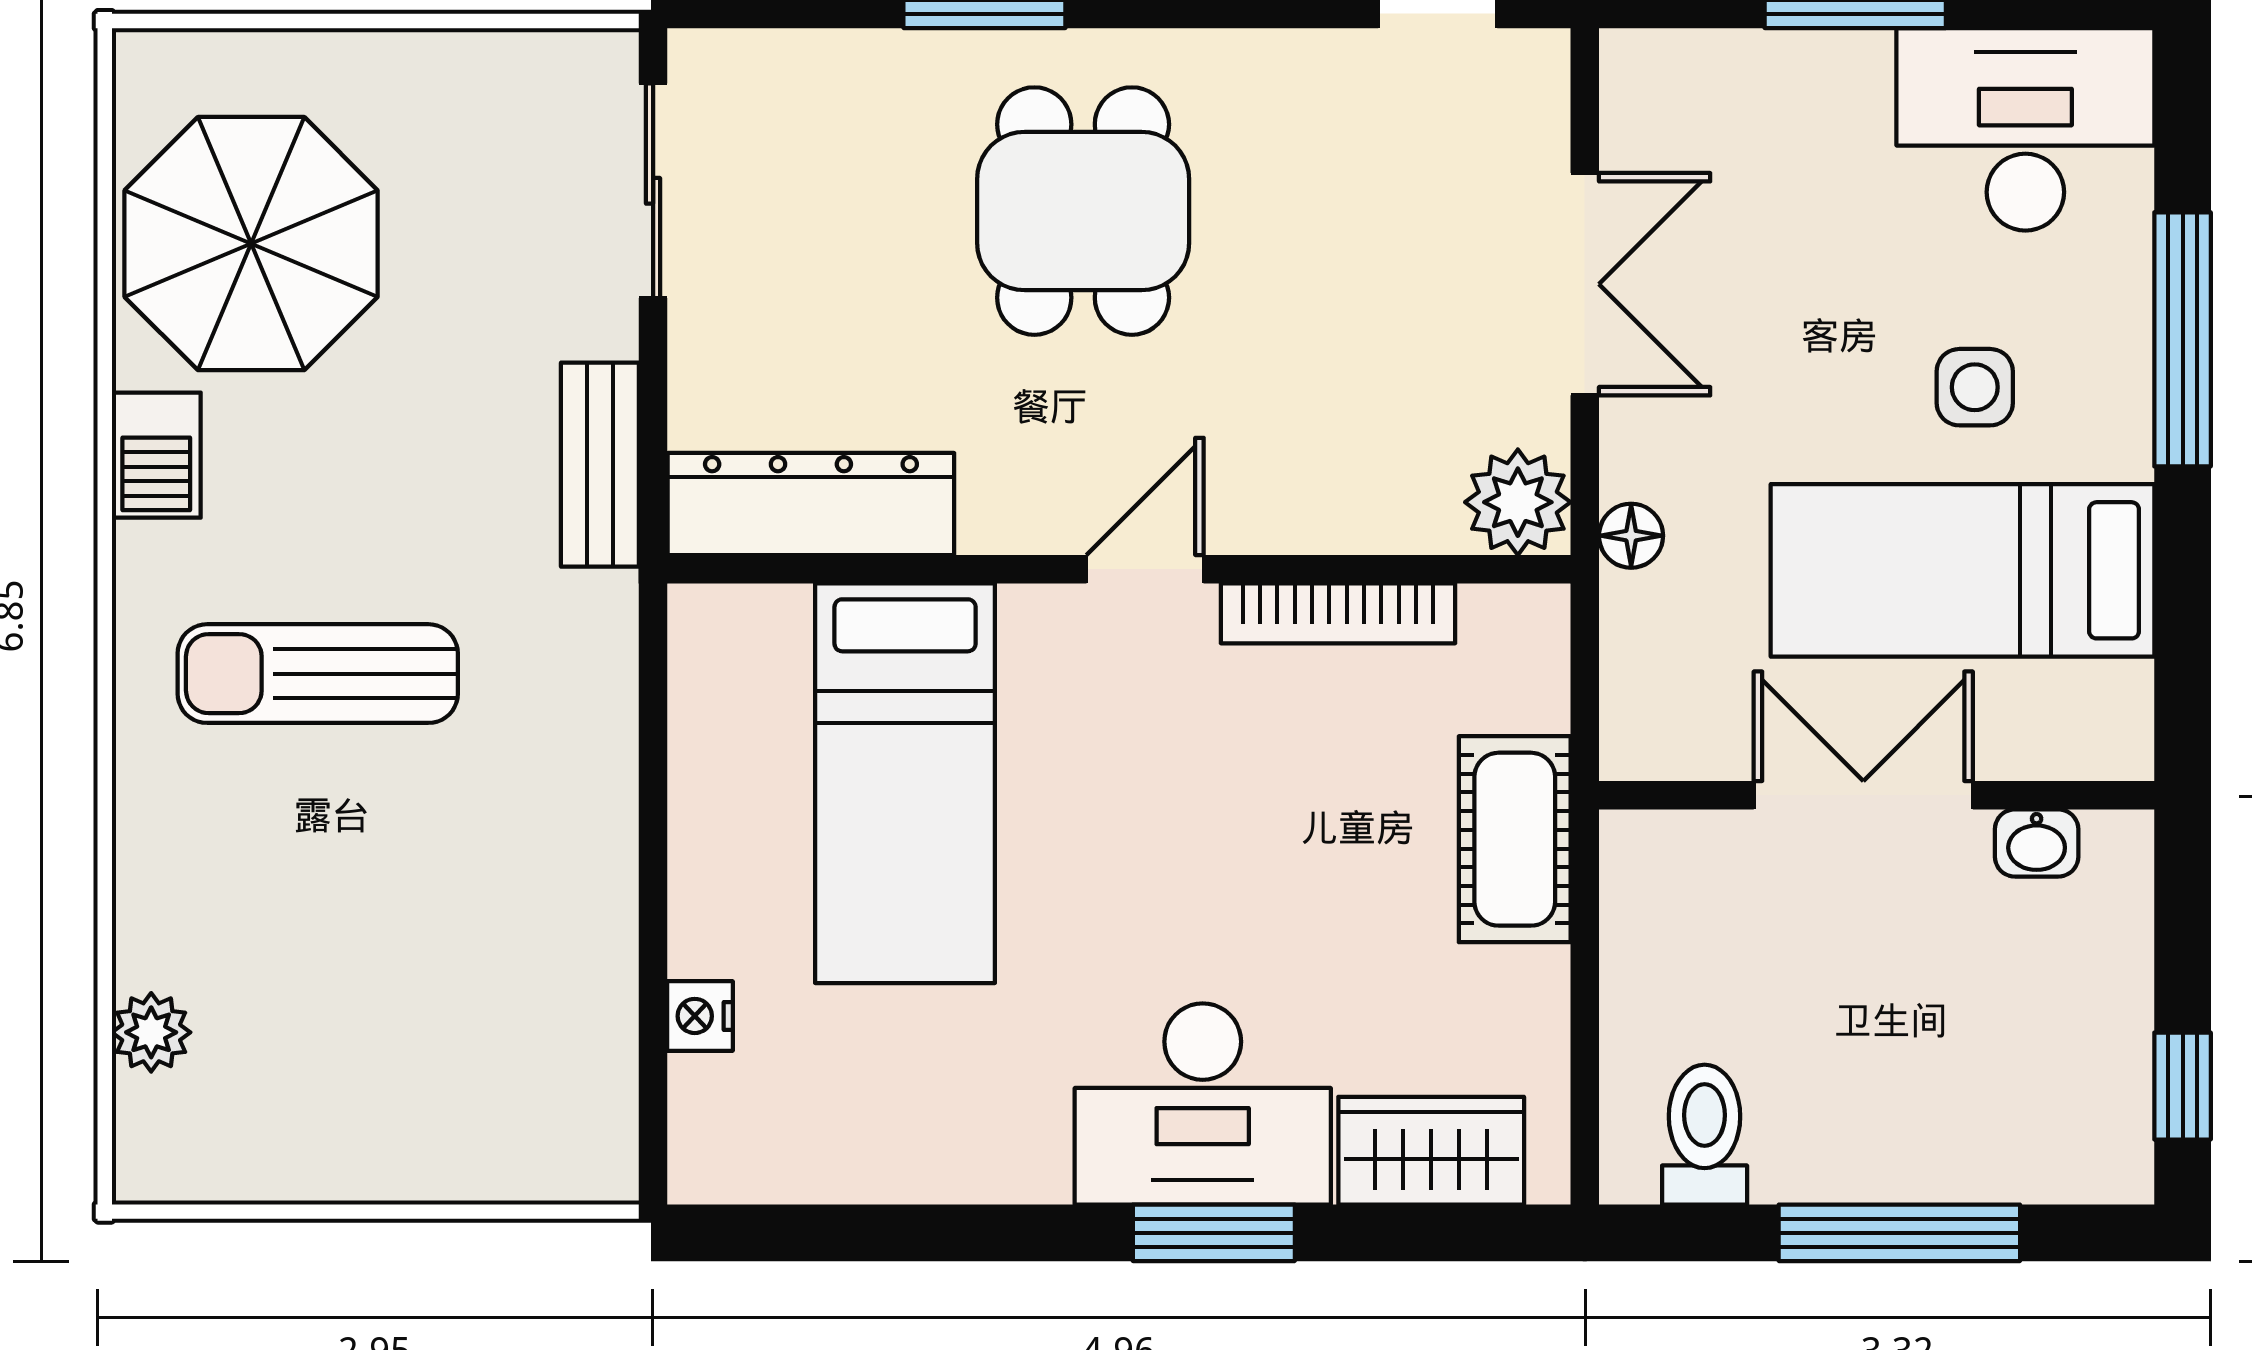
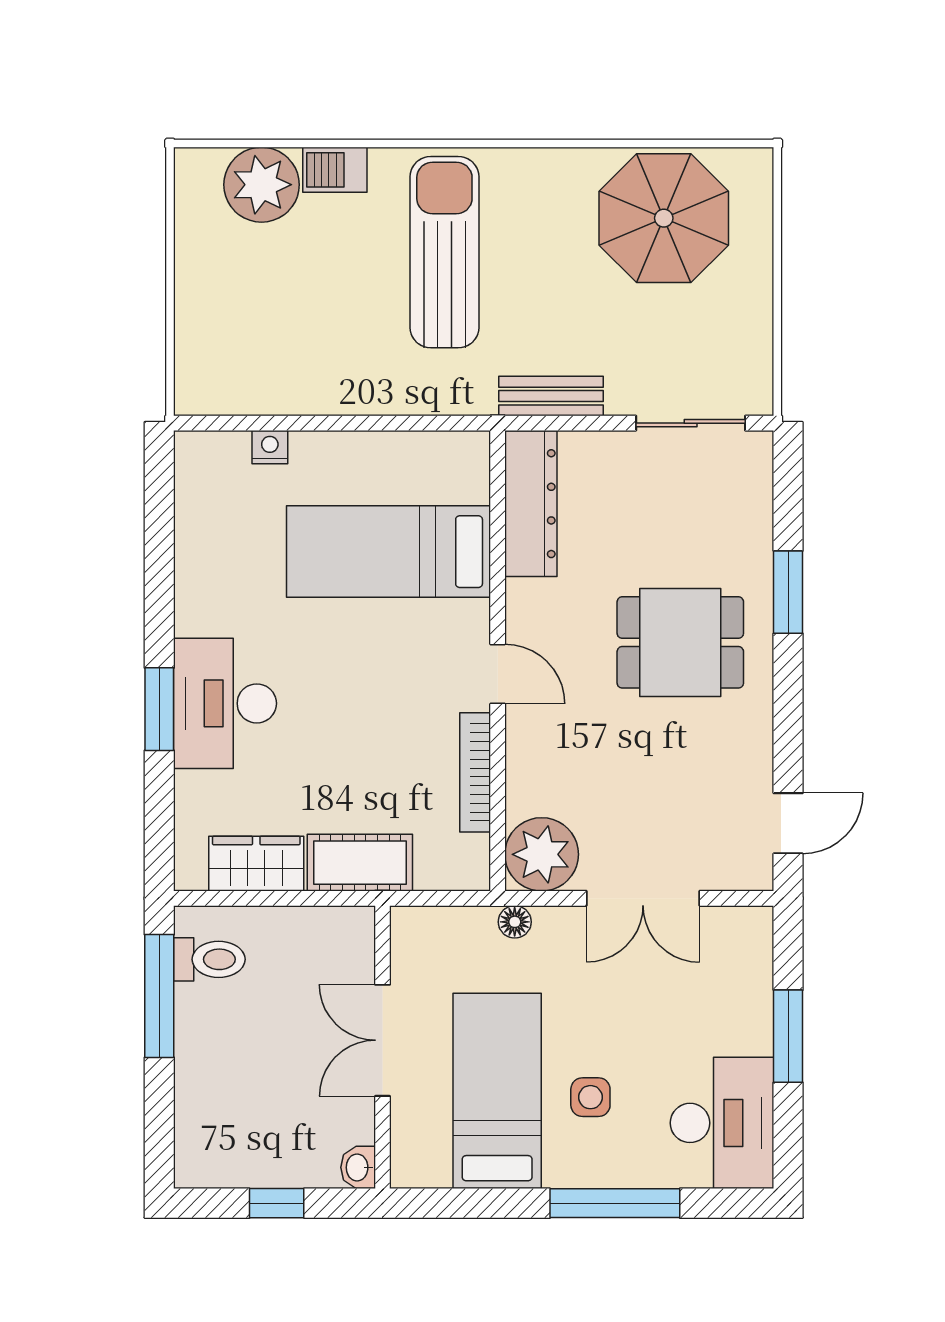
barbecue: (156, 455) -> (335, 170), moved
plant: (1518, 502) -> (542, 854), width x1.36, depth x1.36
sun lounger: (318, 674) -> (444, 252), width x1.36, depth x1.34
double door: (1863, 795) -> (382, 1040), swing flipped
washbasin: (2037, 843) -> (358, 1167), moved
plant: (151, 1032) -> (262, 185), width x1.87, depth x1.87
window: (2183, 1086) -> (277, 1203), moved
wardrobe: (1431, 1151) -> (256, 864), moved, turned -90
window: (1899, 1233) -> (159, 996), moved

